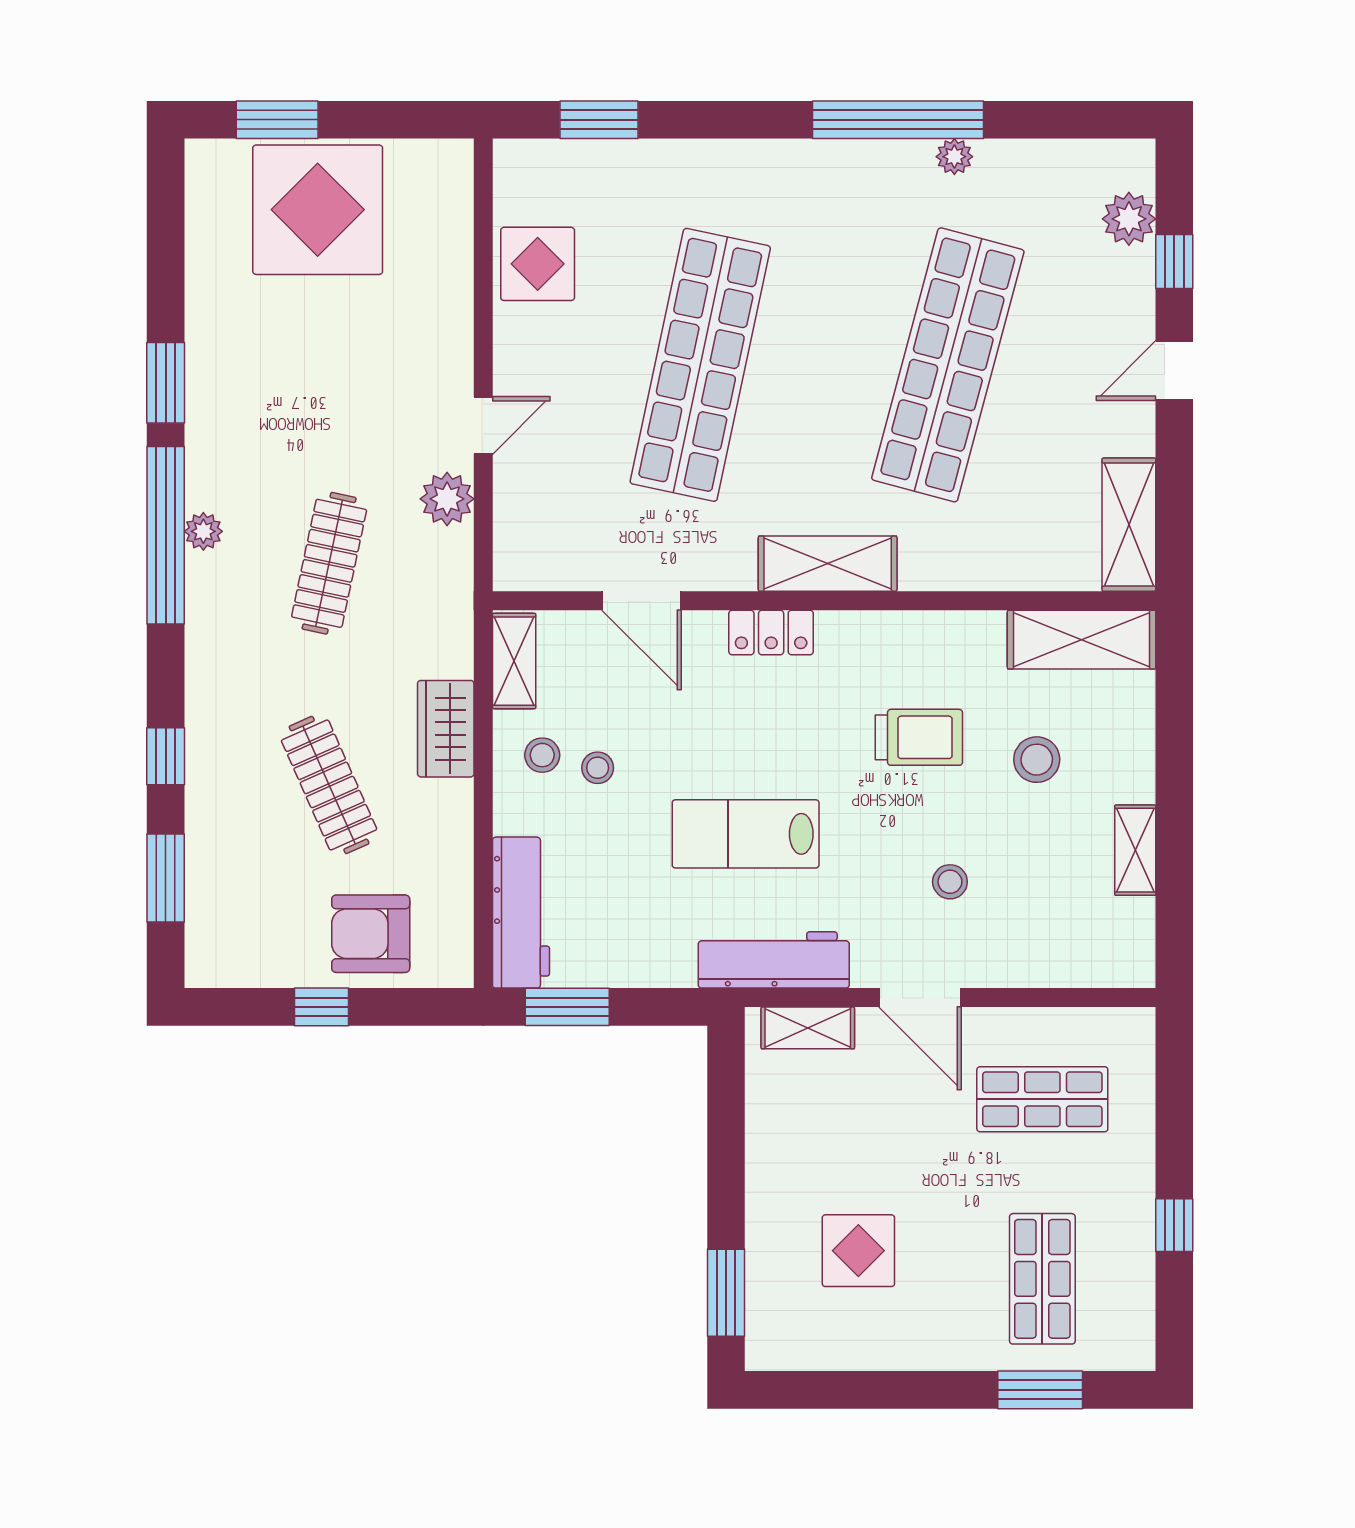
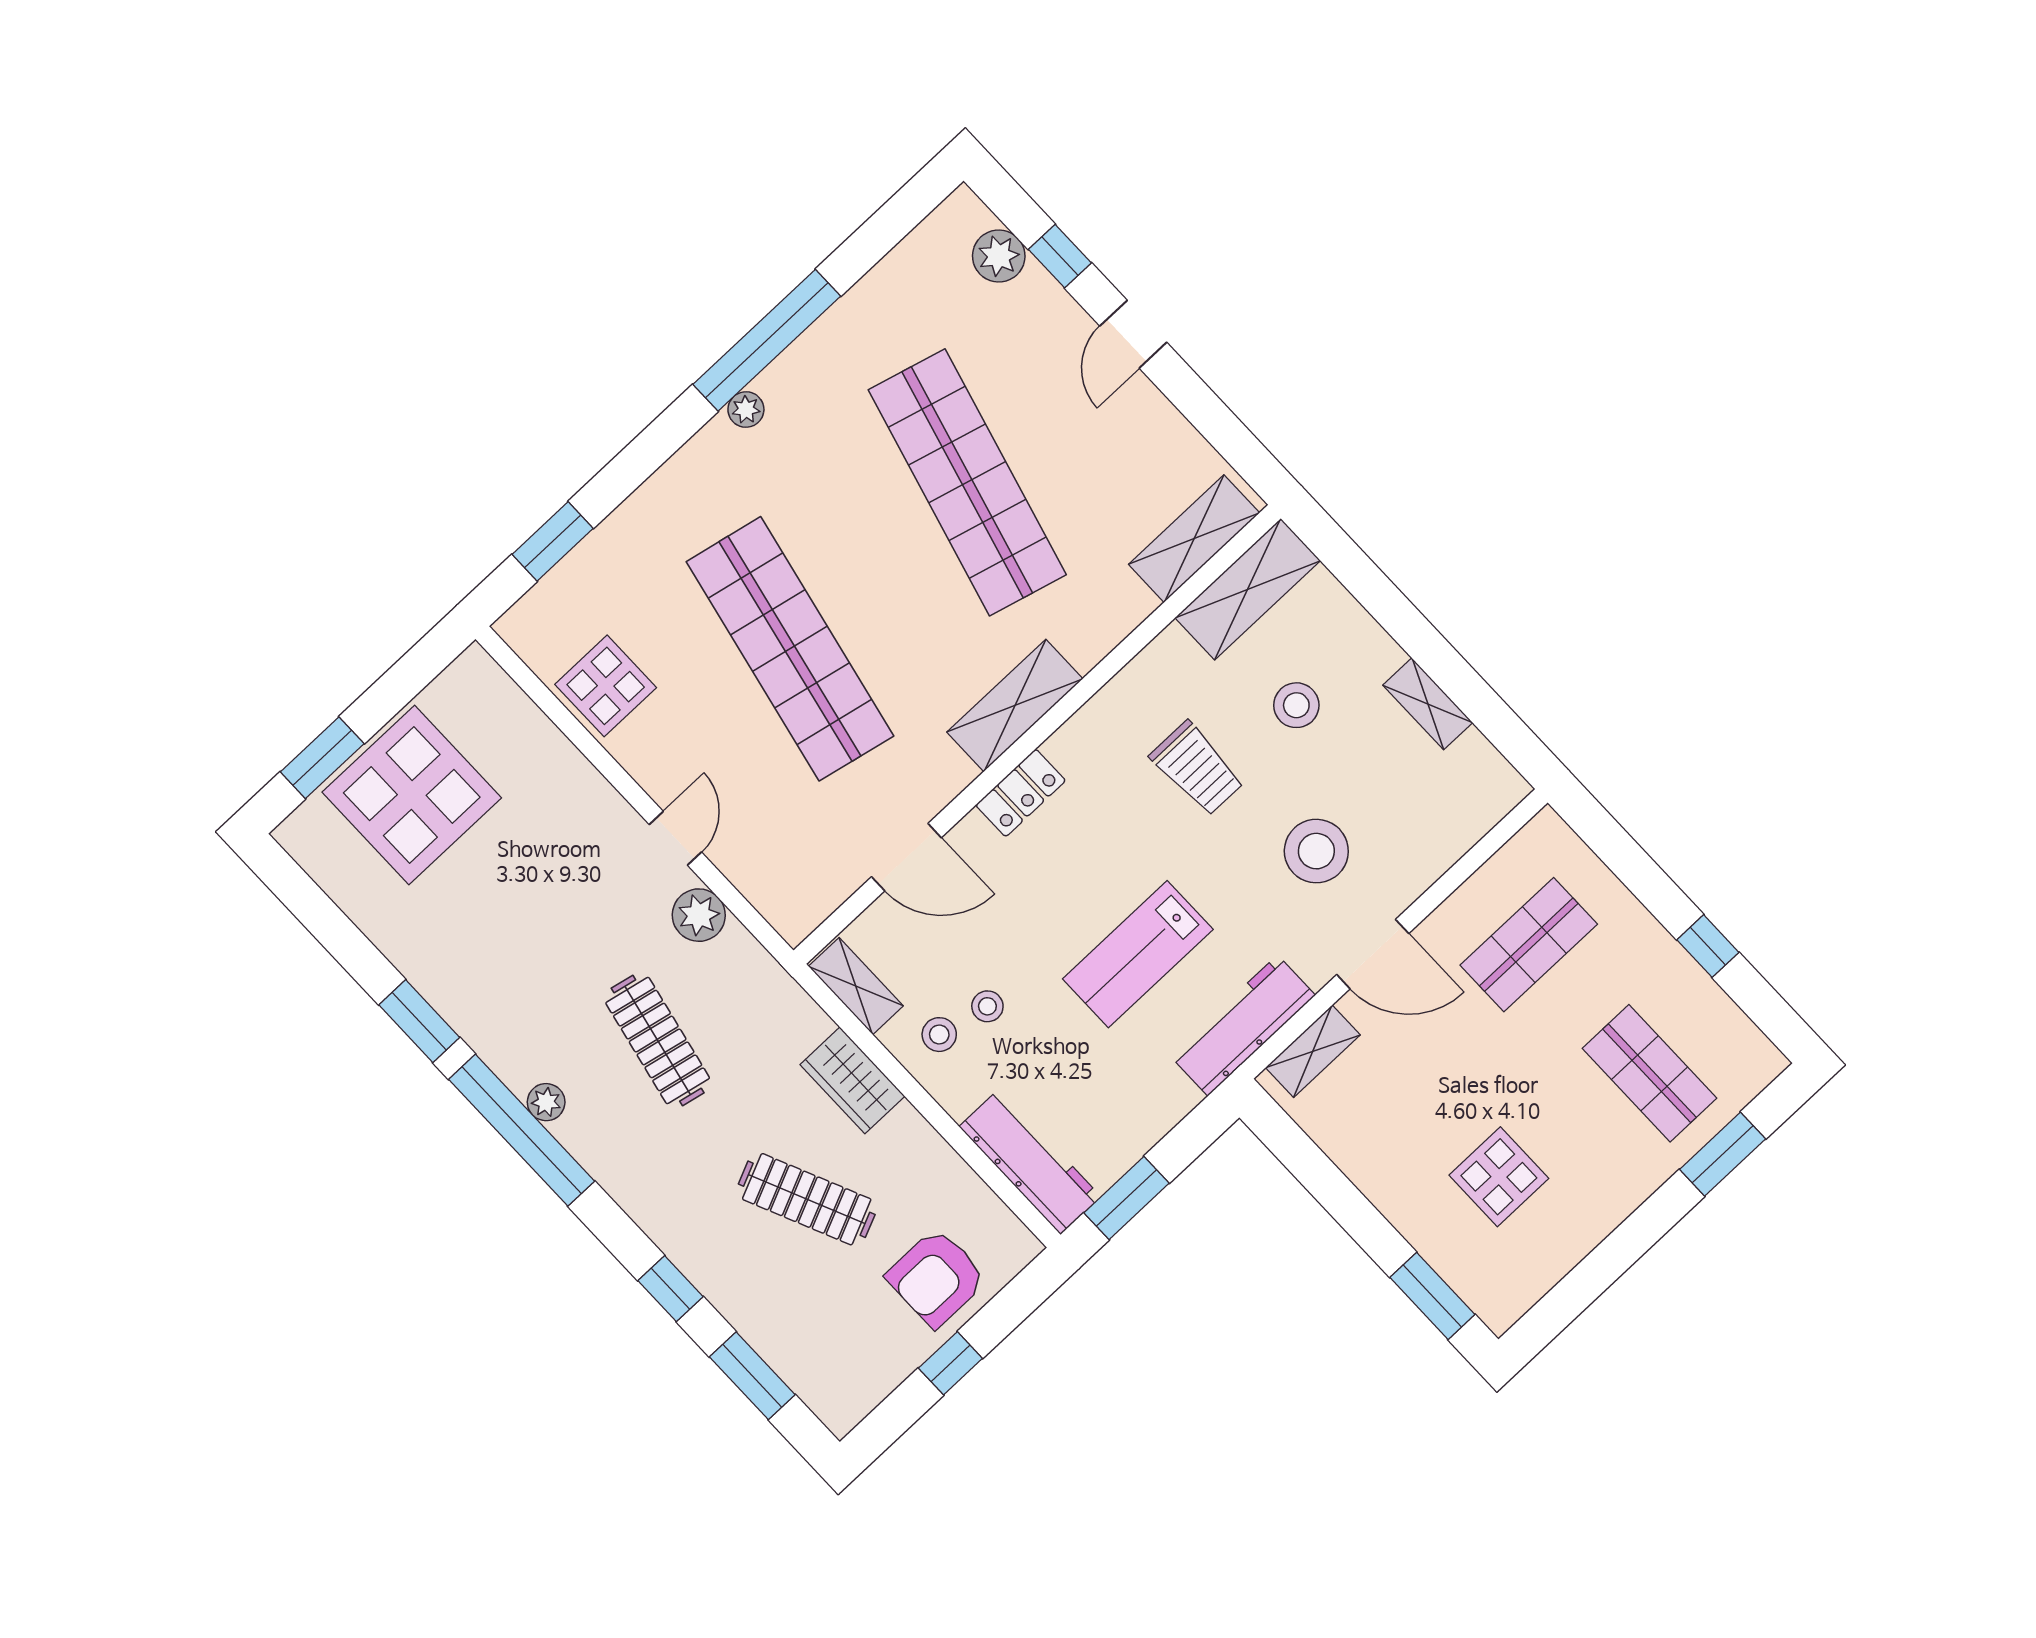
plant: (954, 157) -> (746, 409), moved
shelving: (1129, 525) -> (1194, 539), moved, turned 90
trolley: (919, 737) -> (1197, 769), turned 90
stool: (950, 882) -> (1316, 851), width x1.89, depth x1.89

